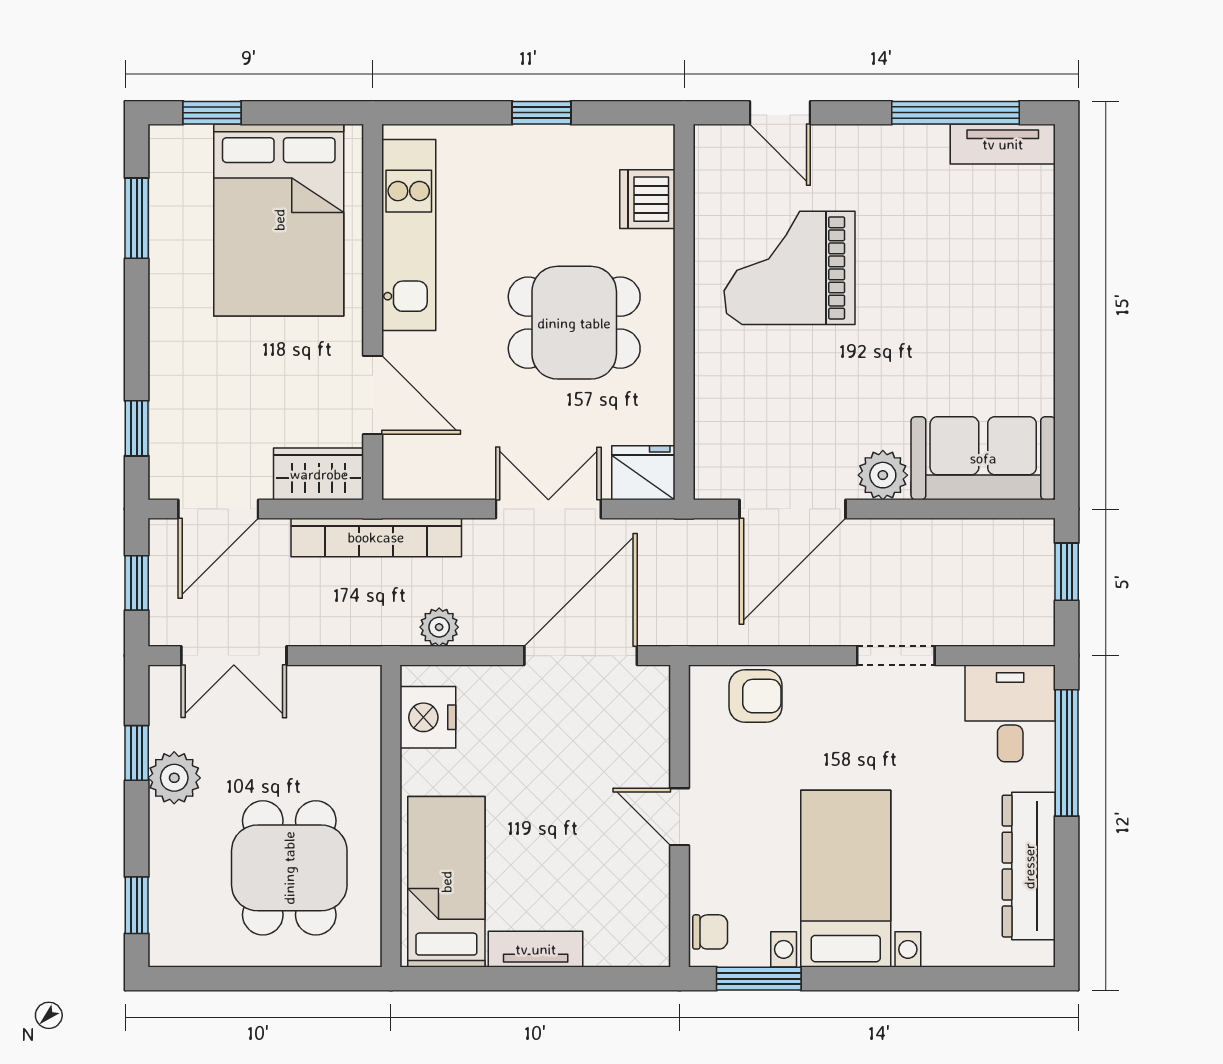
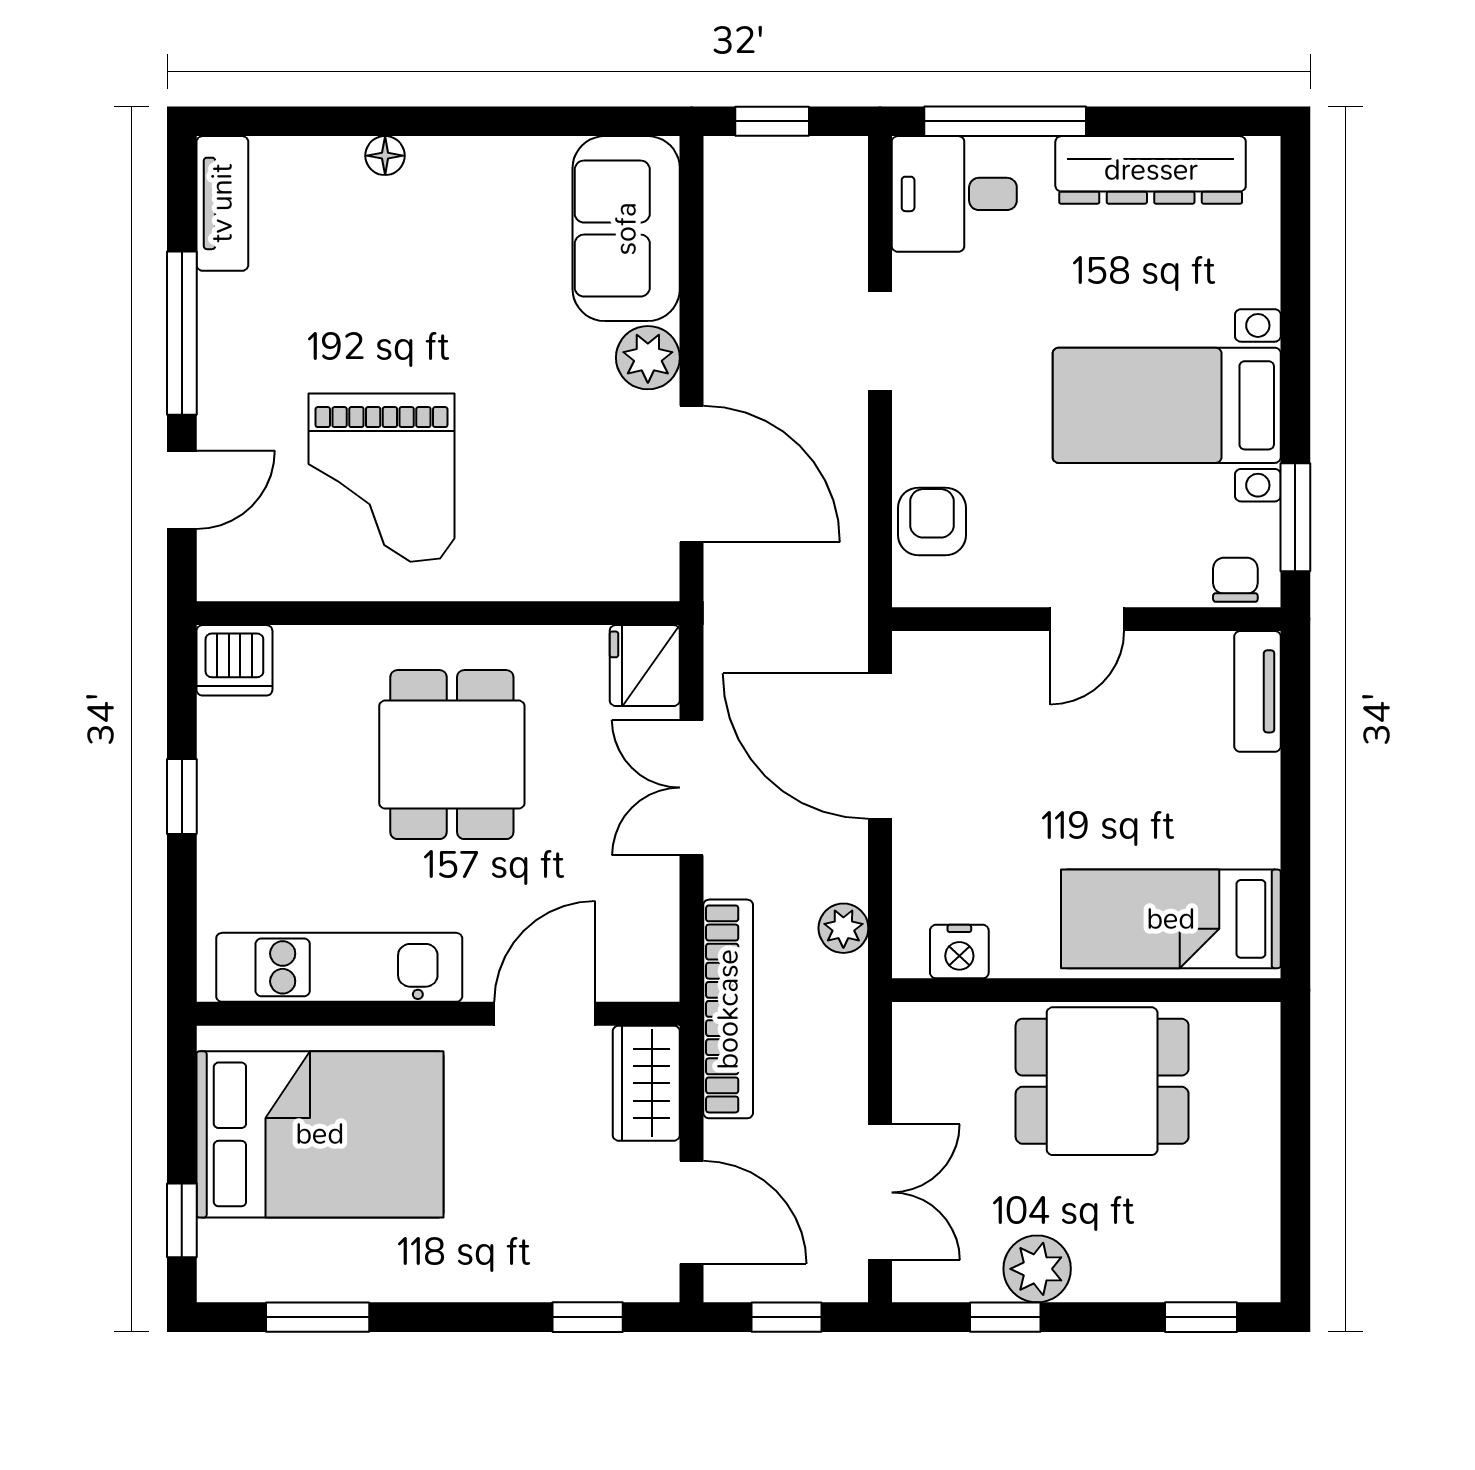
window: (955, 113) -> (182, 333), moved
dishwasher: (647, 199) -> (234, 660), moved
floor lamp: (1040, 271) -> (385, 156), added
nightstand: (428, 717) -> (959, 952), width x0.74, depth x0.75
dining table: (289, 868) -> (1102, 1081), moved
tv unit: (536, 949) -> (1257, 691), moved

